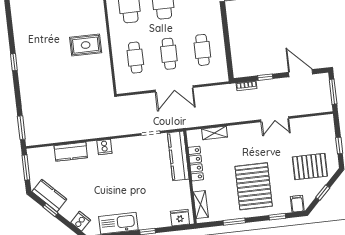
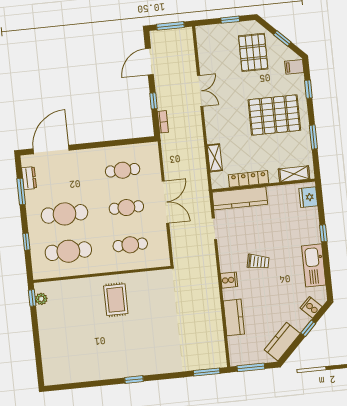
trolley: (121, 173) -> (258, 262), added
window: (50, 210) -> (308, 328), moved

